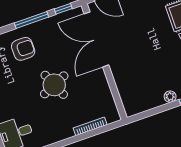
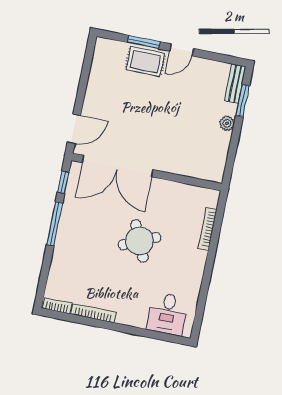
armchair: (23, 49) -> (81, 251), removed

